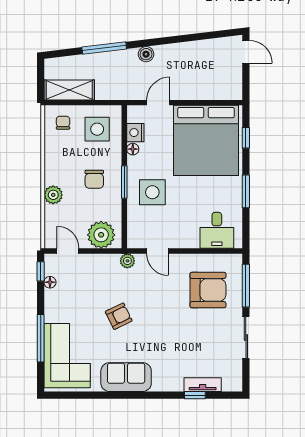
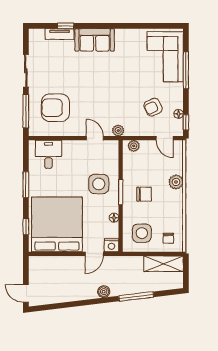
nightstand: (135, 133) -> (111, 245), moved, turned 90
chair: (94, 179) -> (144, 194), turned 90
plant: (101, 235) -> (134, 146), width x0.53, depth x0.53
armchair: (119, 316) -> (153, 107), moved
sofa: (126, 377) -> (95, 40), moved

